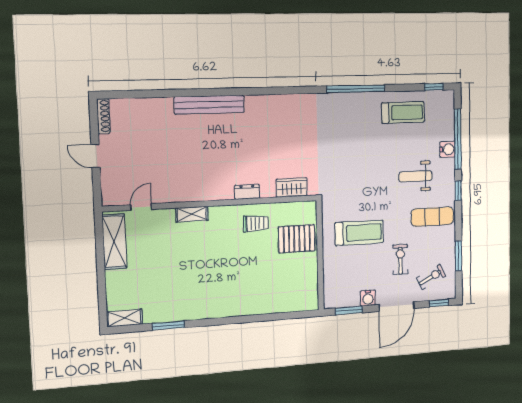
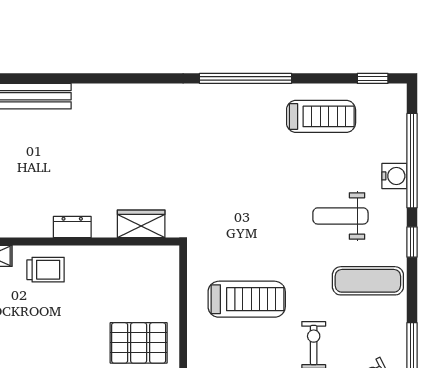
trolley: (256, 224) -> (46, 270), moved
pallet: (297, 239) -> (139, 343), moved

